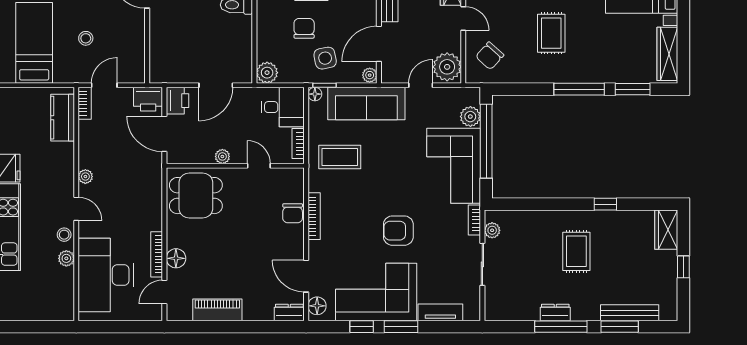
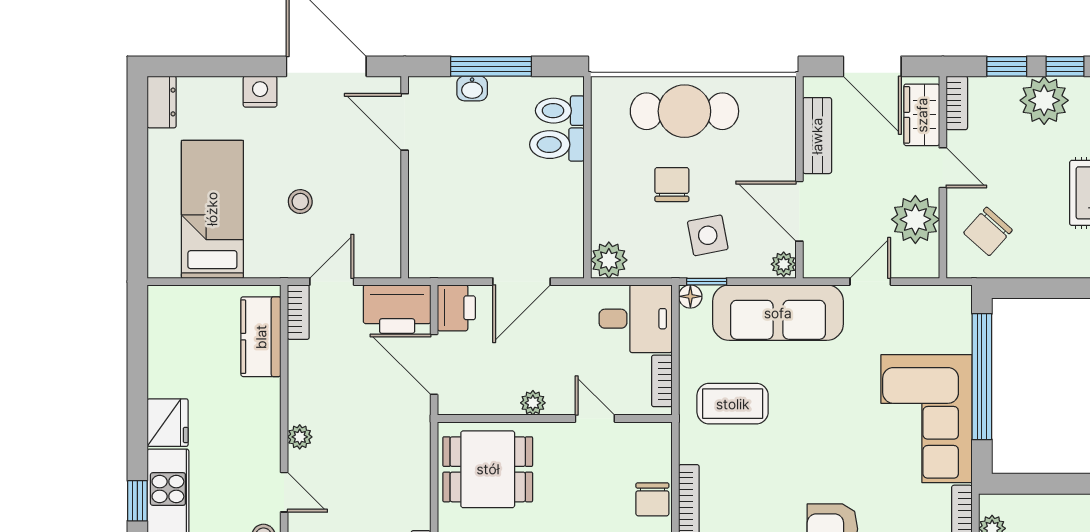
door: (379, 44) -> (799, 211), hinge flipped
plant: (447, 67) -> (915, 219), moved
printer: (148, 99) -> (397, 309), width x1.37, depth x1.19
plant: (470, 117) -> (955, 335), removed

